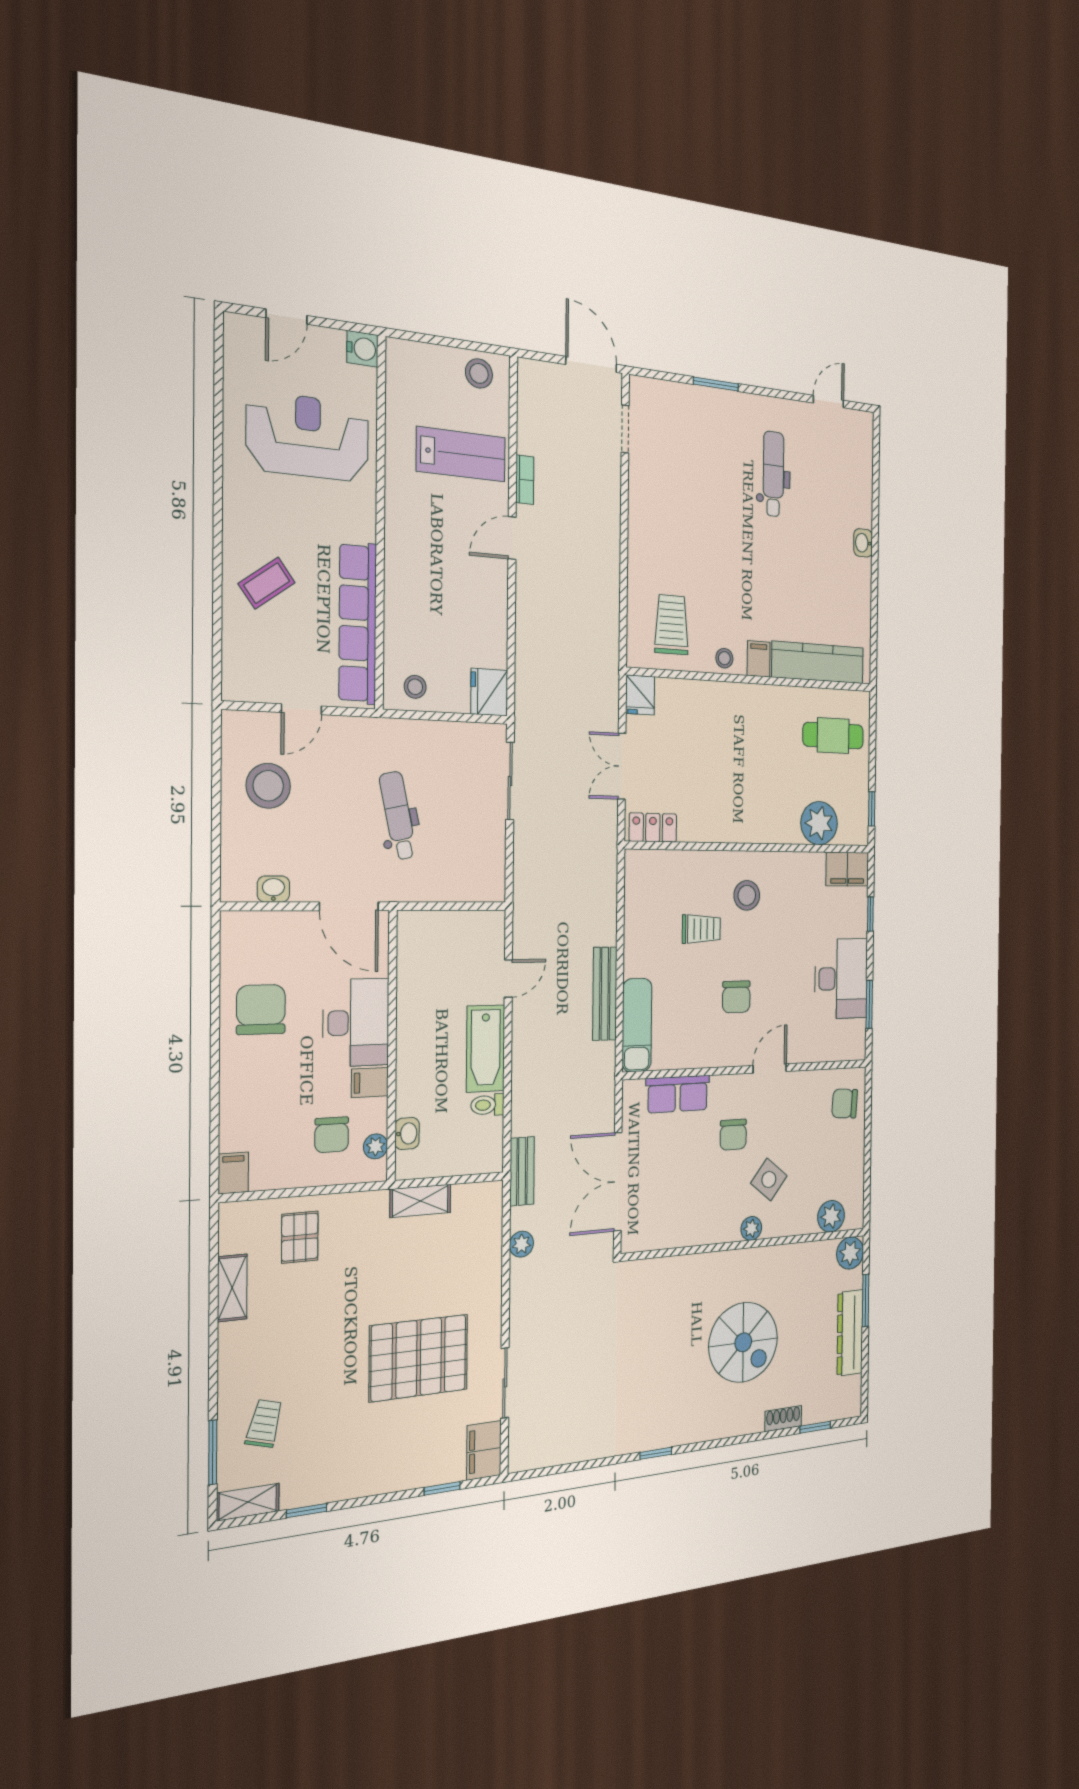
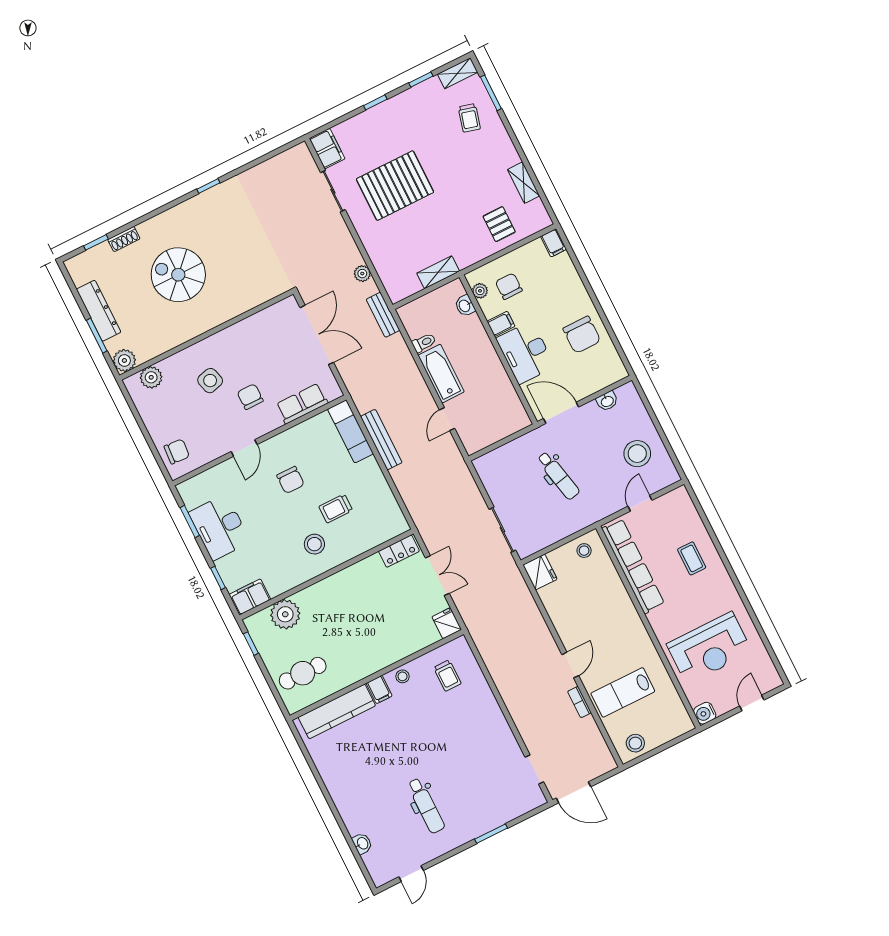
washbasin: (863, 543) -> (362, 843), moved
coffee table: (267, 583) -> (692, 558), turned -54
trolley: (672, 625) -> (447, 676), width x0.73, depth x0.72
chair: (736, 997) -> (291, 480), turned 180
side table: (769, 1180) -> (210, 381), turned 36
plant: (751, 1228) -> (208, 346), removed
window: (442, 1488) -> (375, 102), moved

